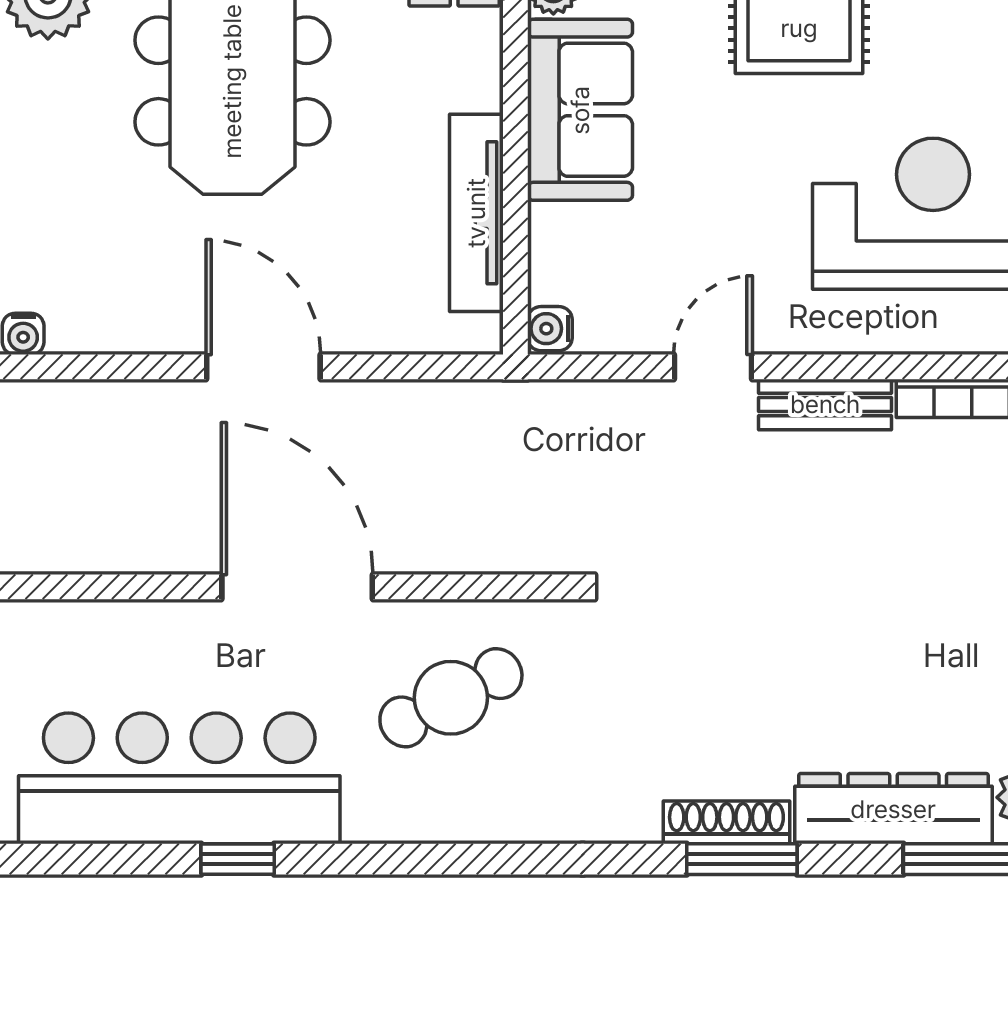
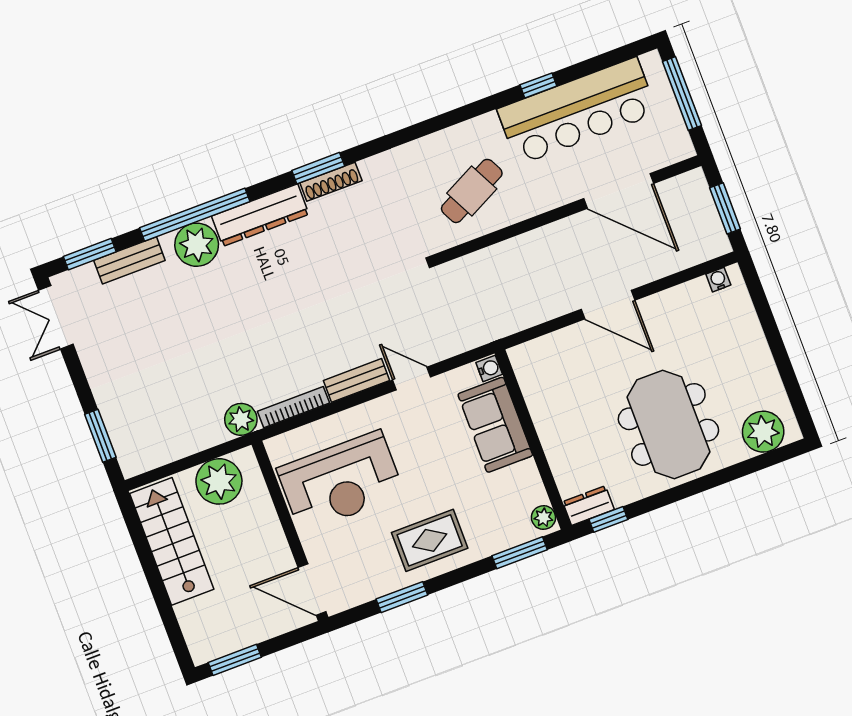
sofa: (580, 110) -> (495, 425), moved
tv unit: (476, 213) -> (540, 407), removed
door: (713, 367) -> (412, 378), swing flipped
door: (297, 587) -> (619, 191), moved

